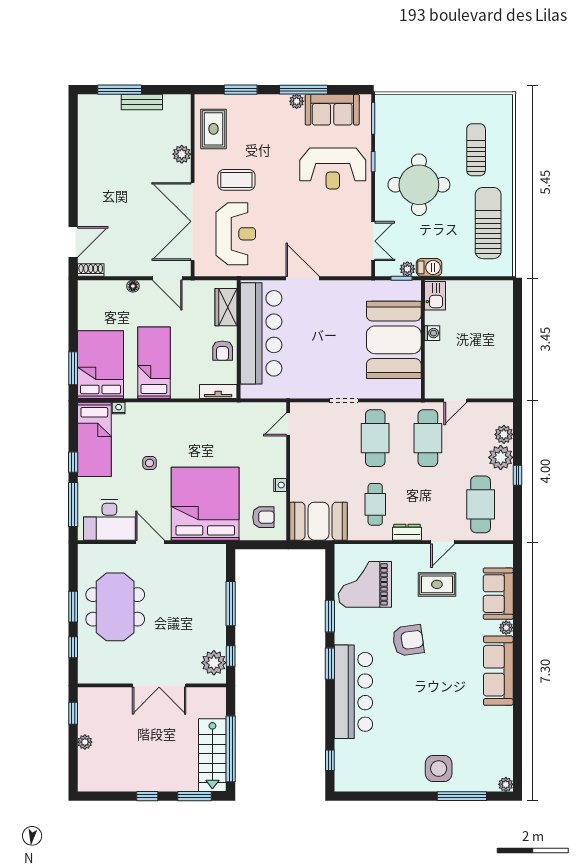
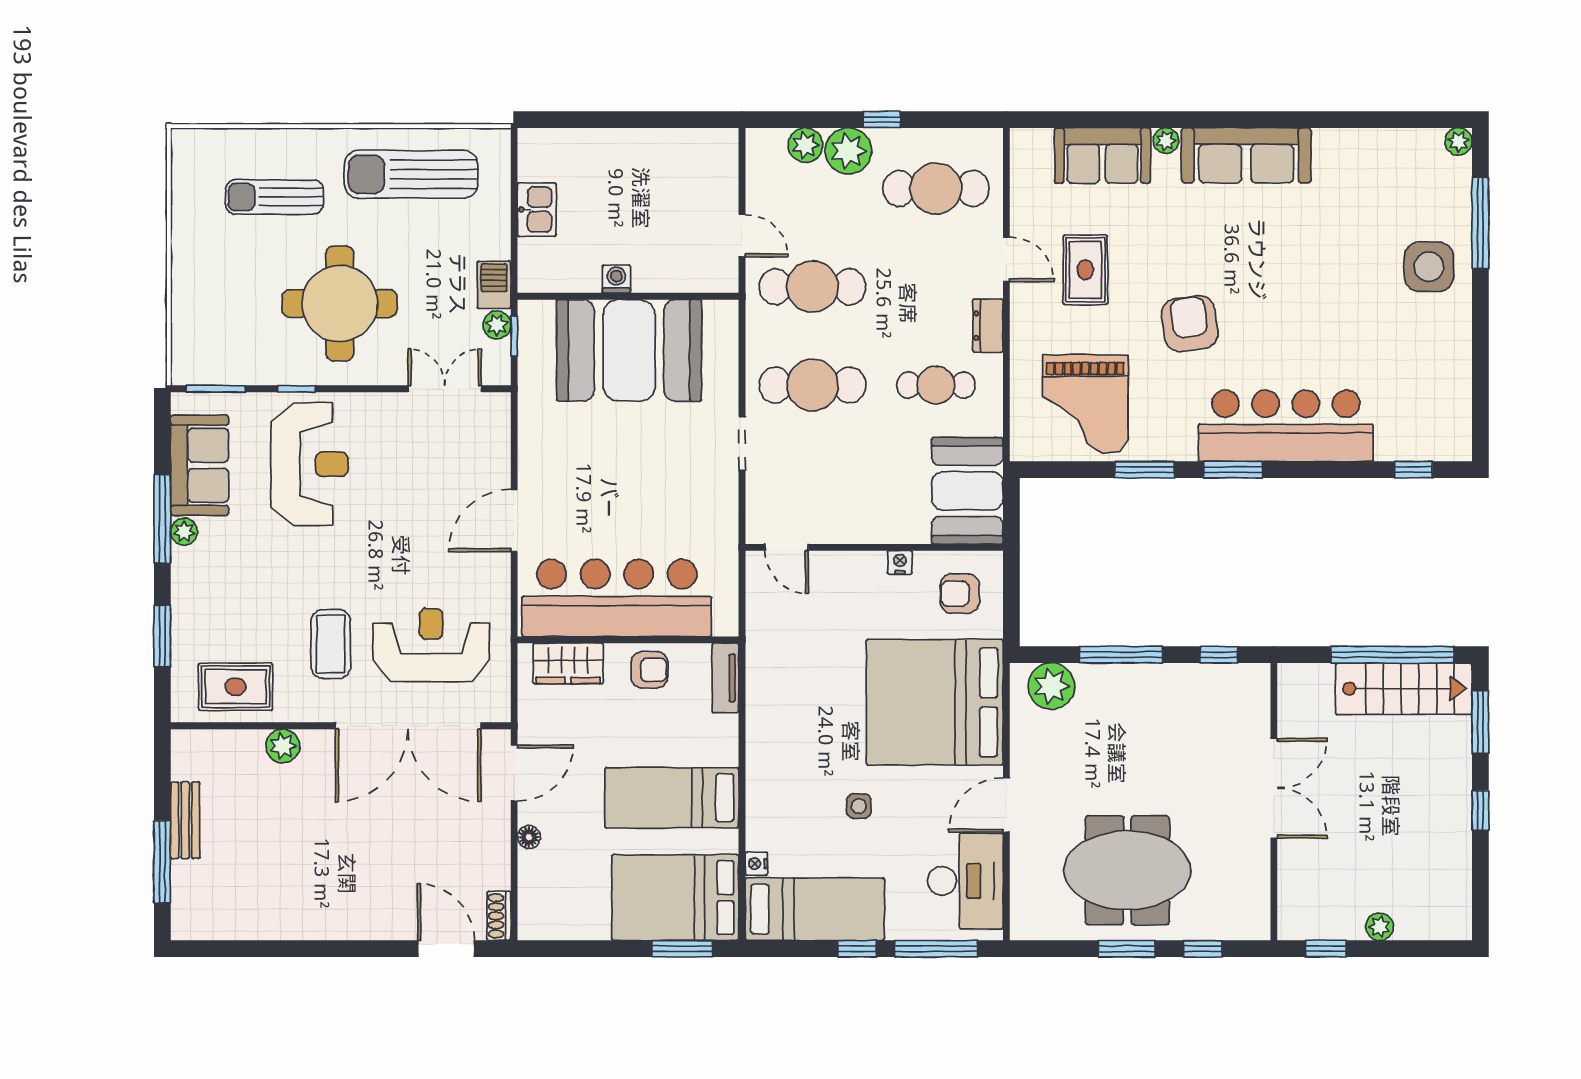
kitchen sink: (435, 296) -> (537, 210), moved, turned 90
armchair: (263, 517) -> (960, 594), turned -90
plant: (214, 663) -> (1051, 686), moved

